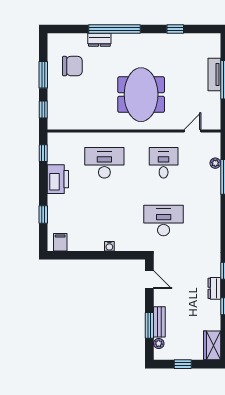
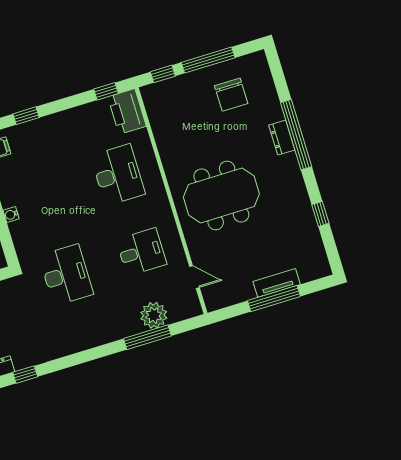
dresser: (99, 40) -> (282, 138), moved
window: (43, 75) -> (208, 60), width x1.44
plant: (215, 163) -> (154, 315), width x1.88, depth x1.88
printer: (58, 179) -> (127, 112), moved, turned 90

